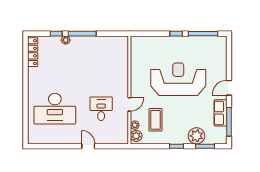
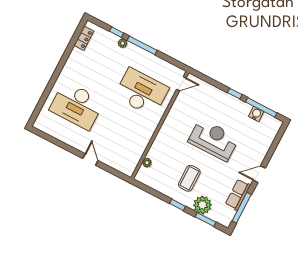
water cooler: (202, 41) -> (256, 114), added
locker: (33, 52) -> (84, 38), width x0.66
reception desk: (178, 79) -> (214, 140), width x0.74, depth x0.77
door: (129, 104) -> (181, 84), moved
desk: (101, 109) -> (142, 92), moved, width x1.87, depth x1.30
coffee table: (155, 120) -> (189, 178), moved
plant: (136, 136) -> (143, 174), removed

